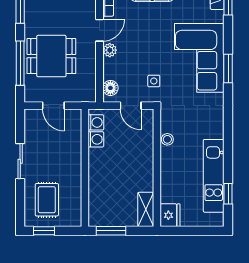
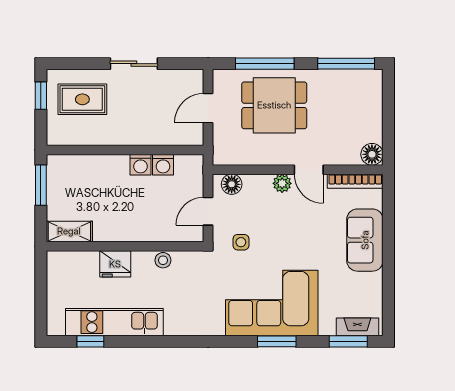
dining table: (51, 56) -> (274, 105), turned 90
window: (228, 68) -> (277, 341), moved
washing machine: (96, 122) -> (141, 165), moved
fridge: (170, 215) -> (115, 264), moved

